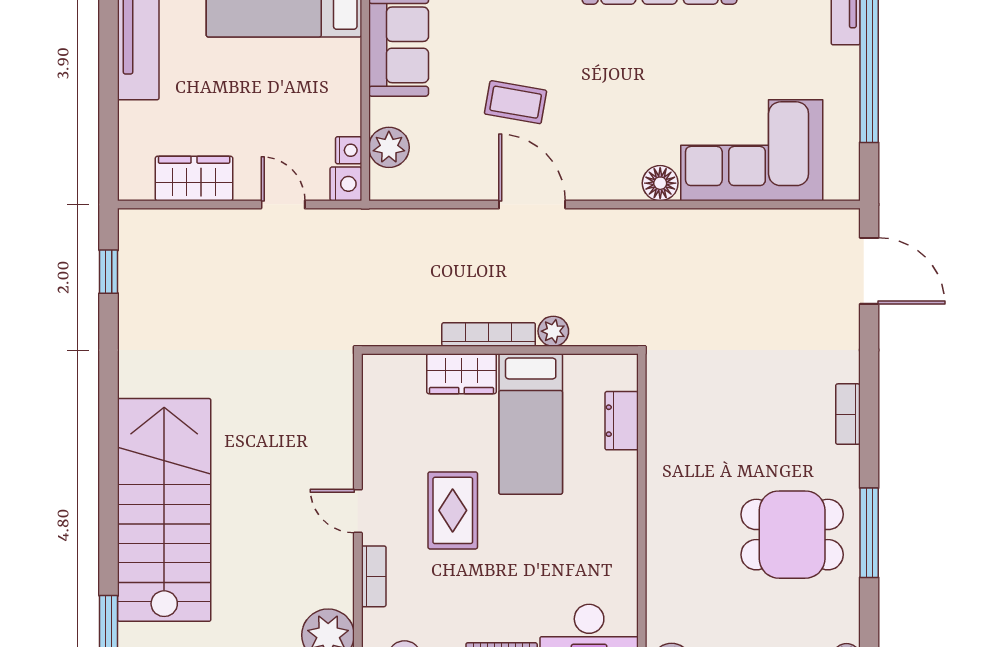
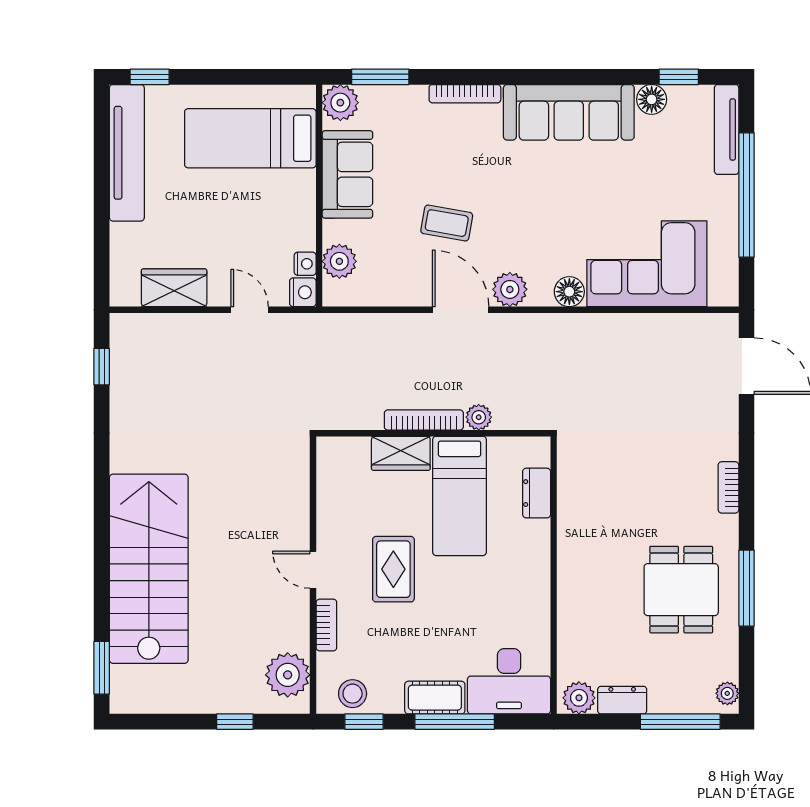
plant: (590, 181) -> (510, 289), added
dining table: (792, 535) -> (681, 590), turned 90

